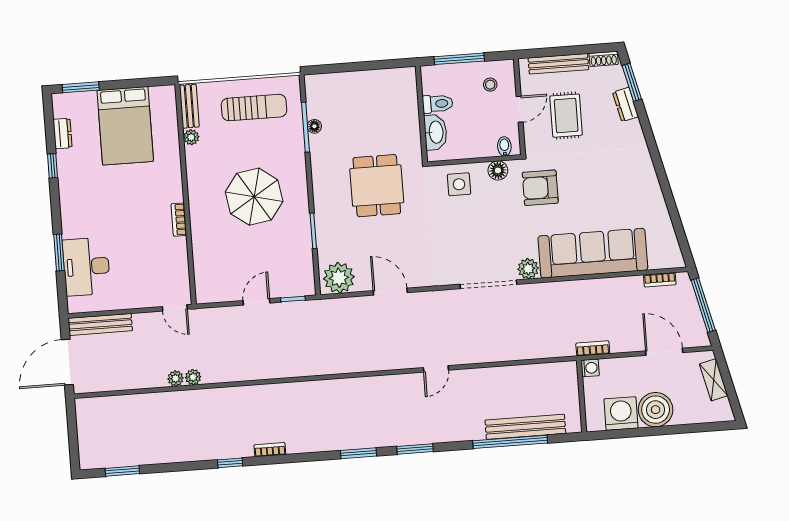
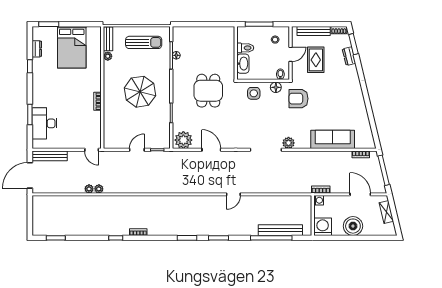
sofa: (593, 253) -> (333, 139), width x0.74, depth x0.79
washing machine: (621, 414) -> (323, 227), moved

